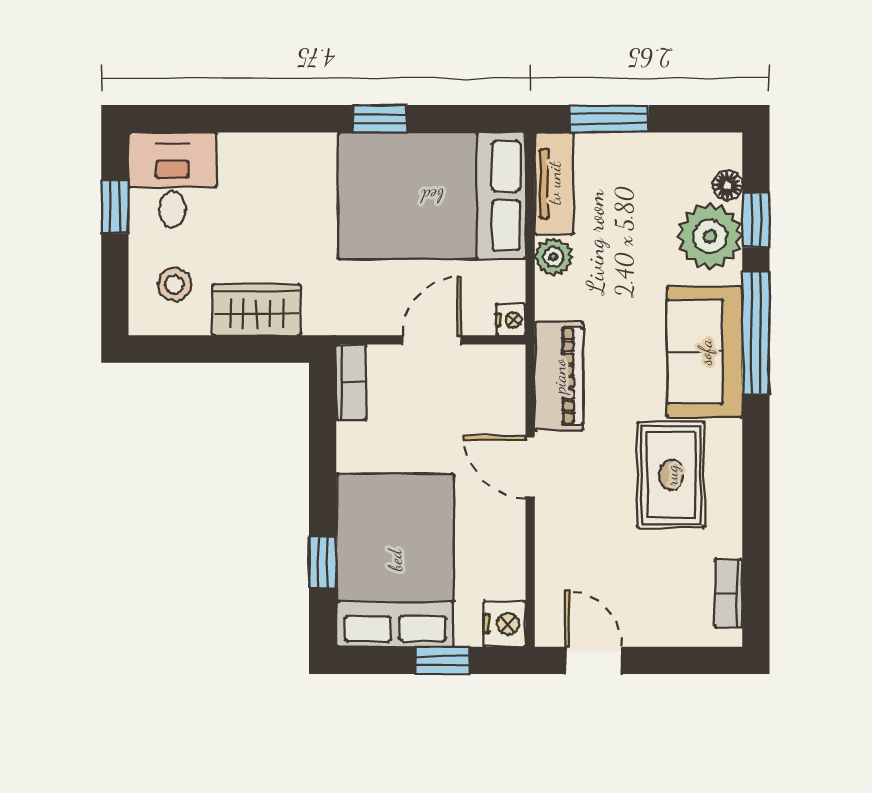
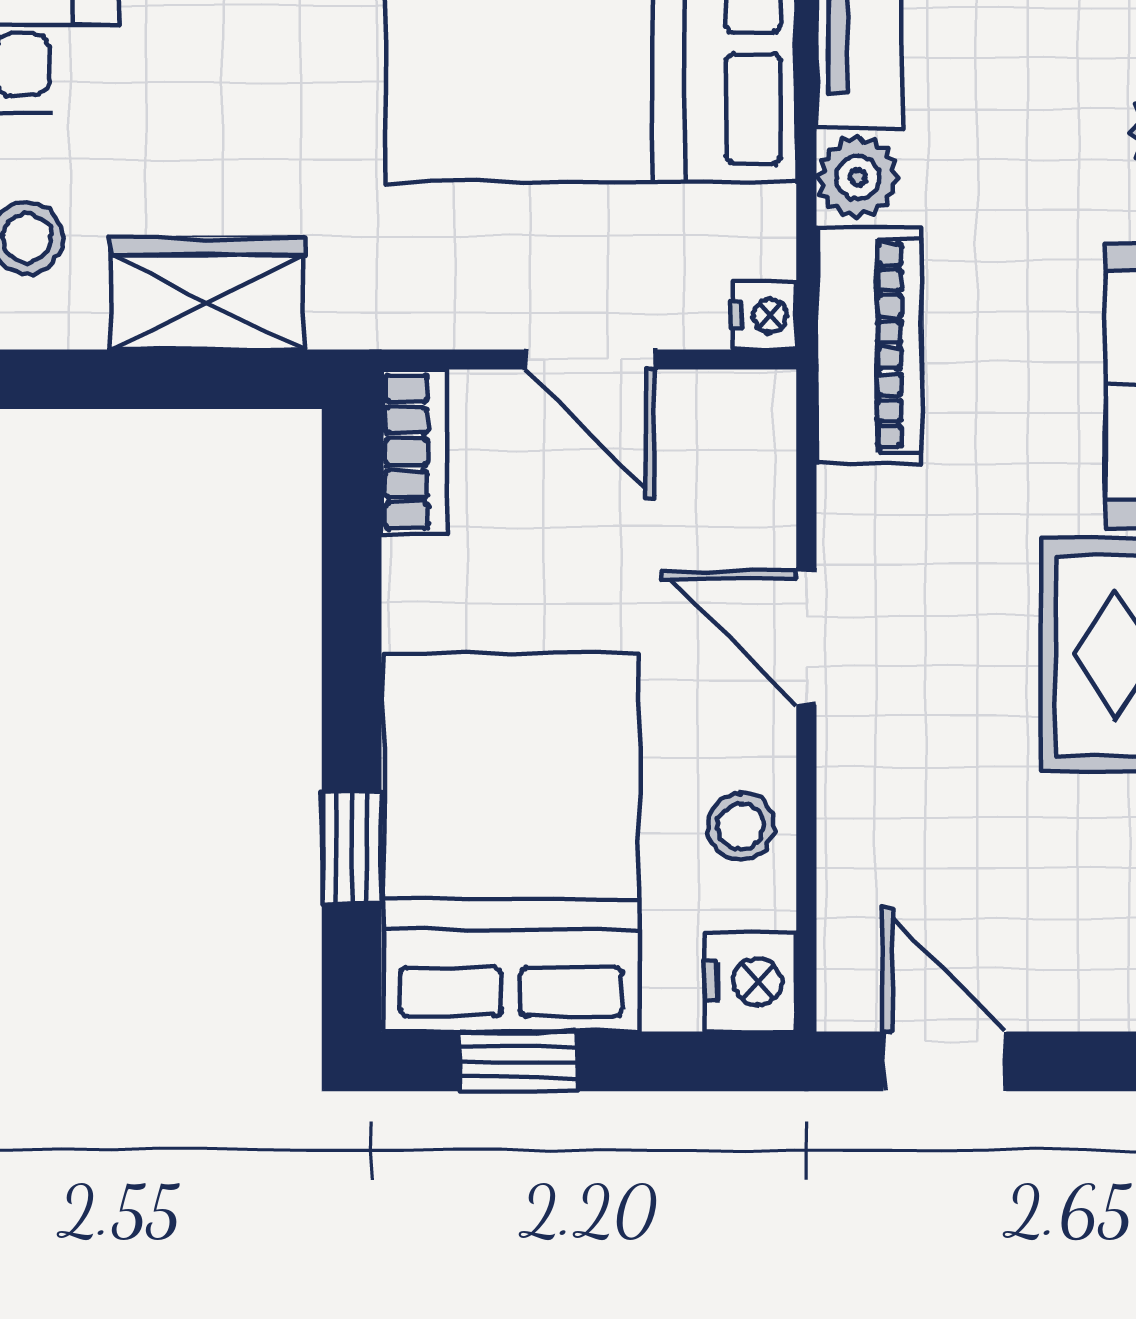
door: (432, 340) -> (591, 359), swing flipped
piano: (559, 376) -> (869, 345), moved
stool: (500, 553) -> (741, 826), added
window: (442, 660) -> (519, 1061), moved

